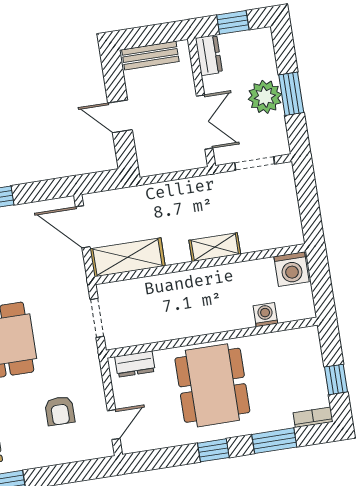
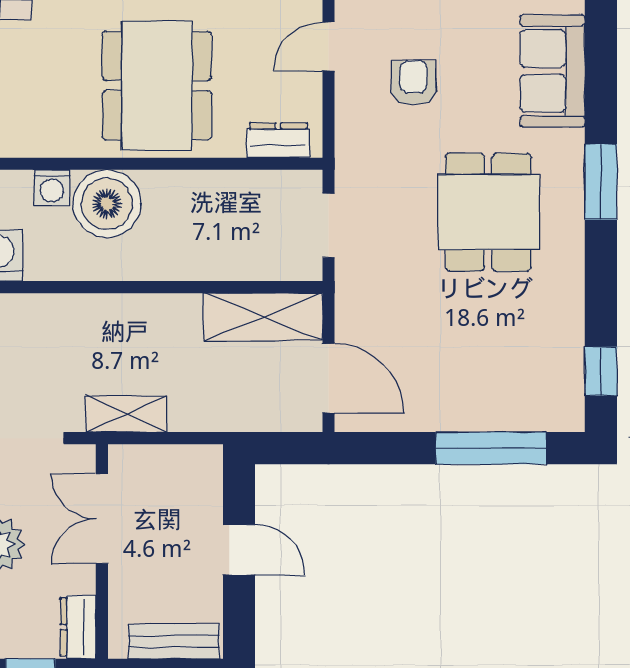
shelving: (215, 247) -> (126, 414), moved
boiler: (231, 310) -> (107, 204), added

